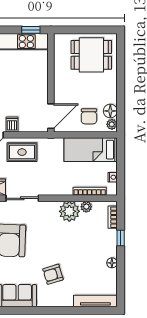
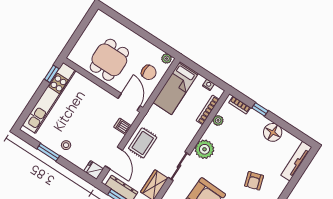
dining table: (91, 55) -> (109, 60), moved
floor lamp: (110, 111) -> (155, 53), removed
dishwasher: (12, 124) -> (123, 126), moved
plant: (69, 211) -> (204, 149), moved
floor lamp: (112, 263) -> (273, 132), width x1.89, depth x1.89

